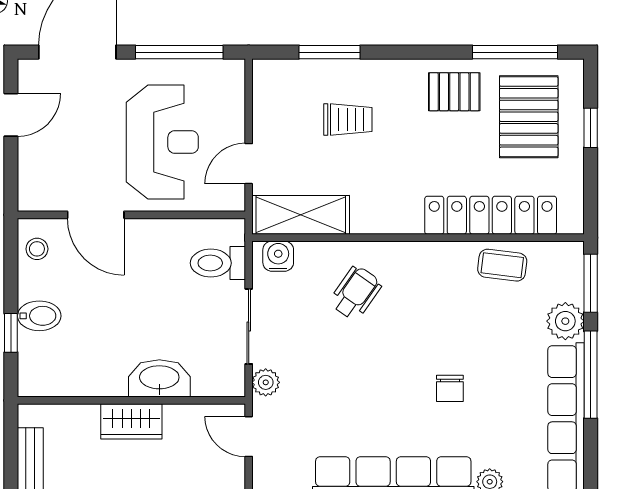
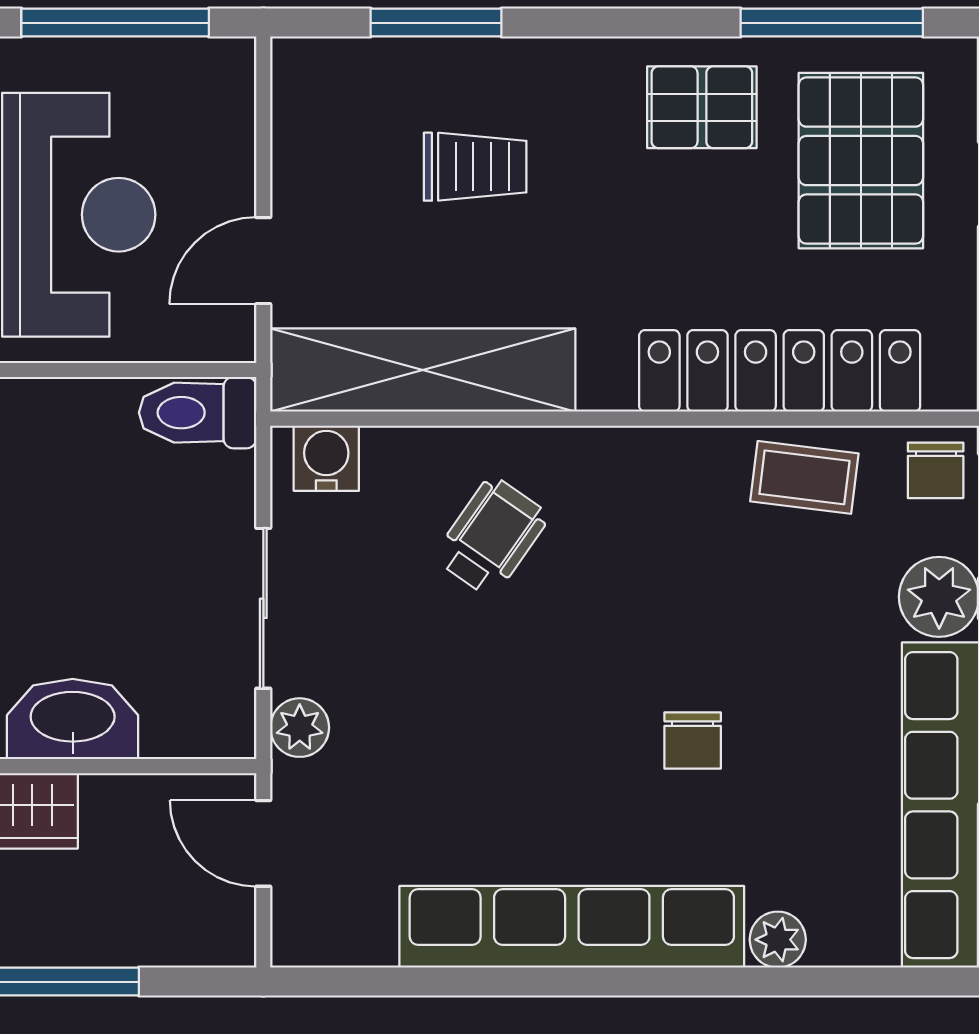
shelving: (301, 215) -> (423, 370), width x1.47
chair: (564, 262) -> (936, 470), added
toilet: (218, 263) -> (198, 413), moved

